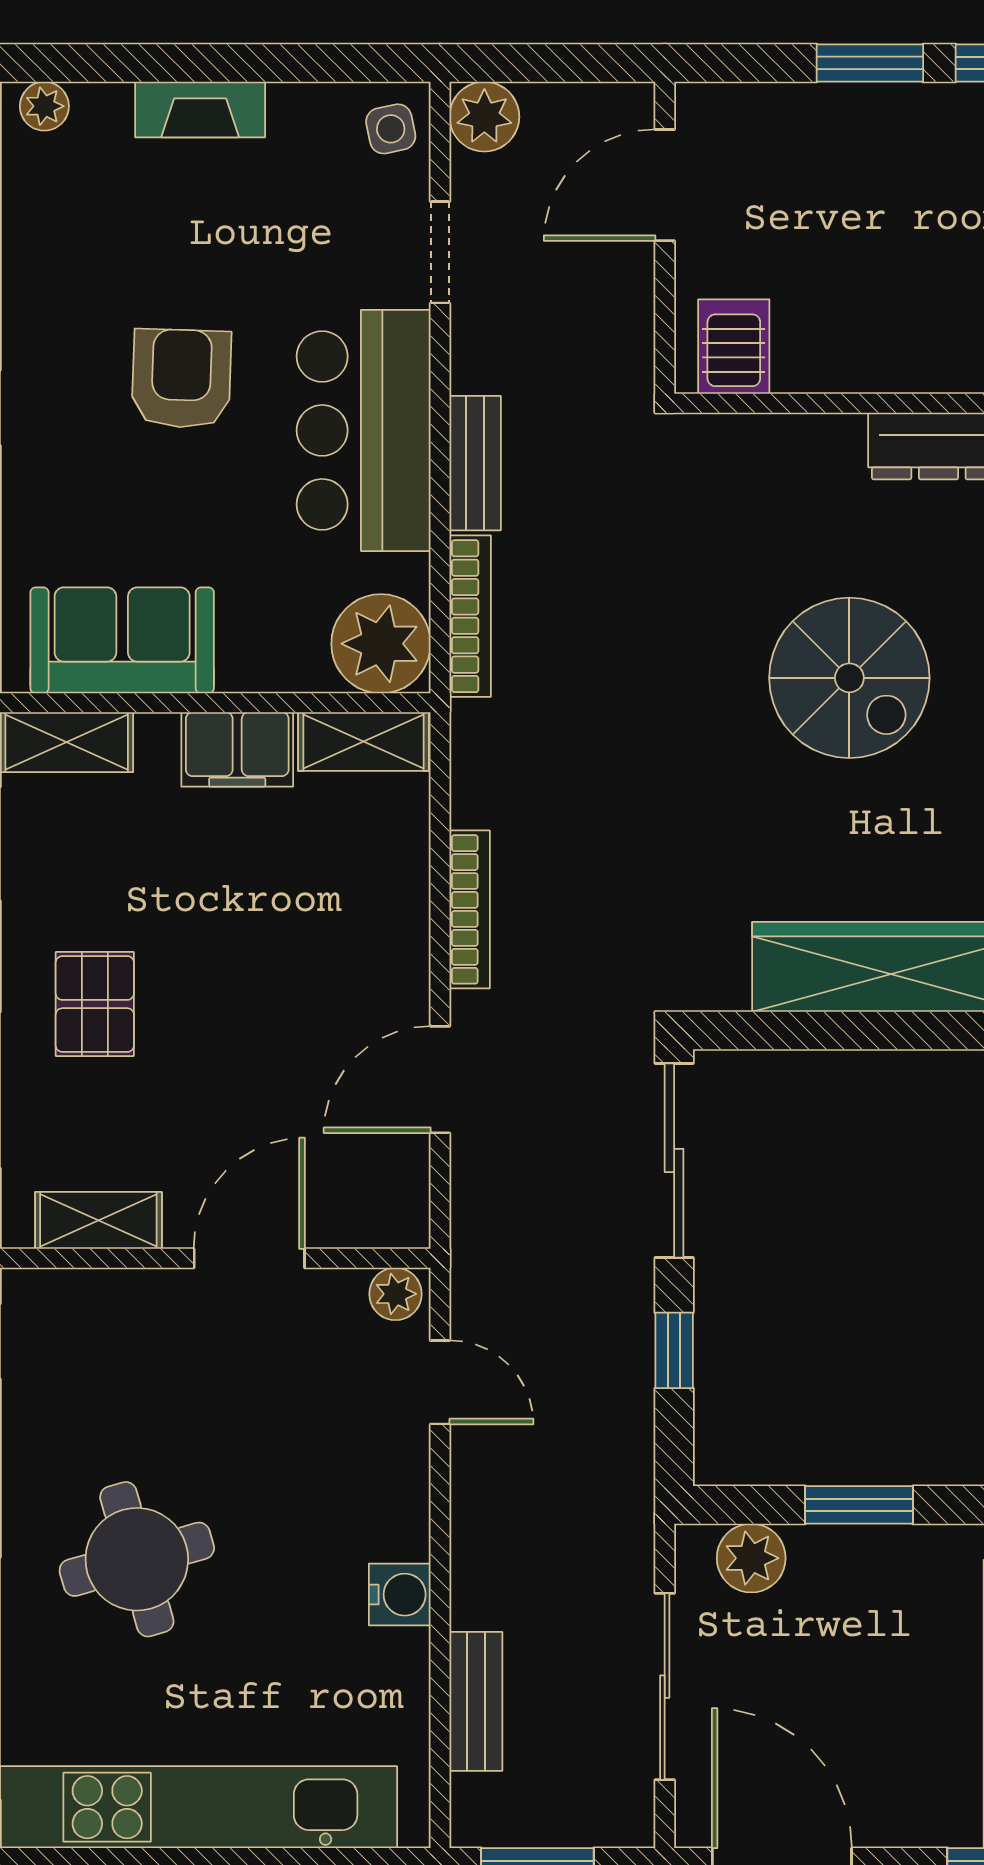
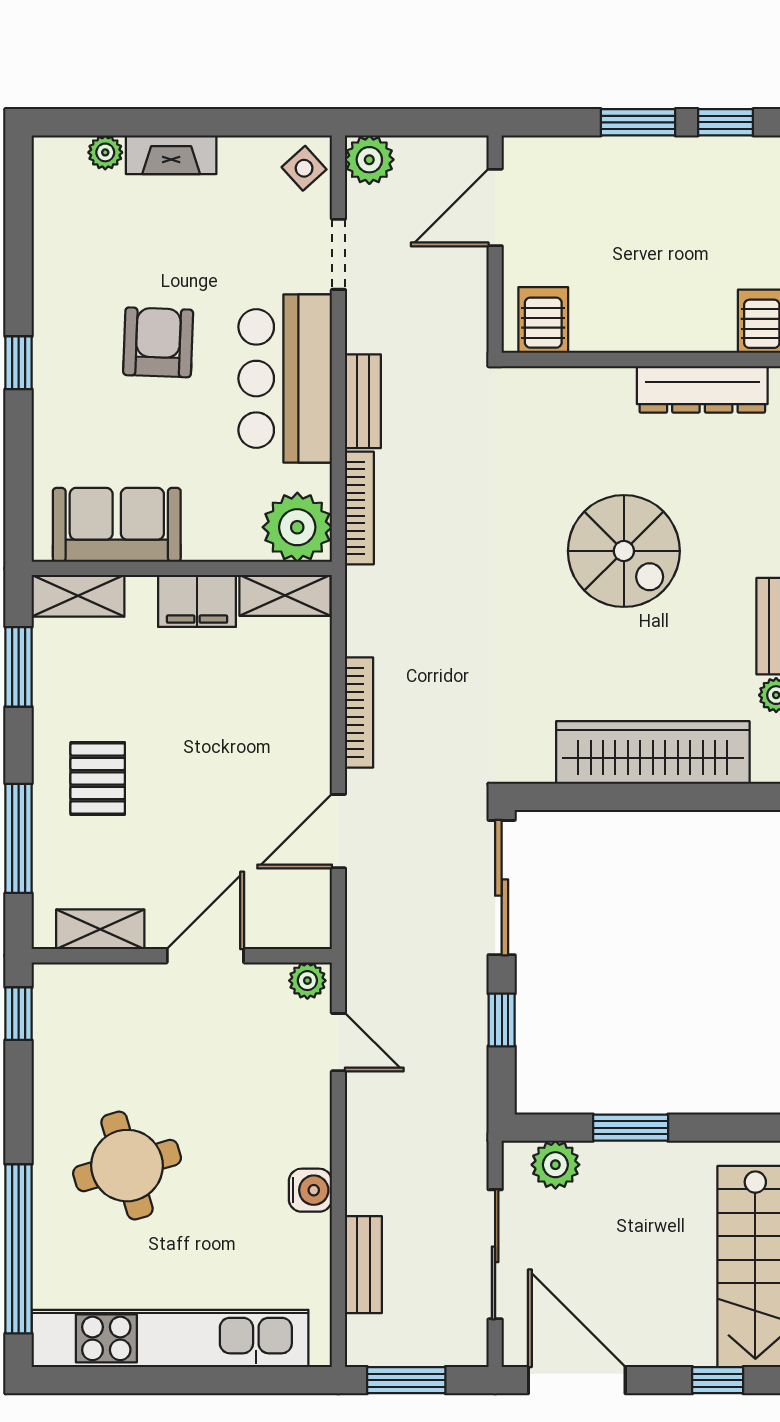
plant: (44, 106) -> (105, 152), moved
side table: (391, 129) -> (304, 168), turned -30

